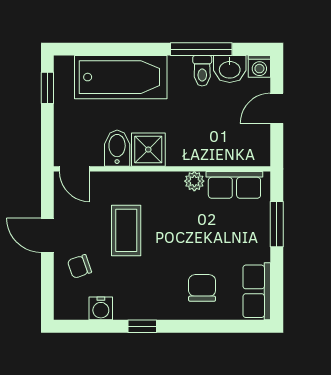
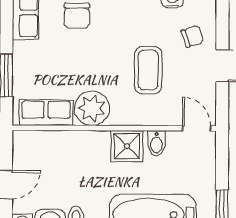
bidet: (117, 148) -> (157, 143), width x0.72, depth x0.74
plant: (194, 181) -> (92, 108), width x1.88, depth x1.88

